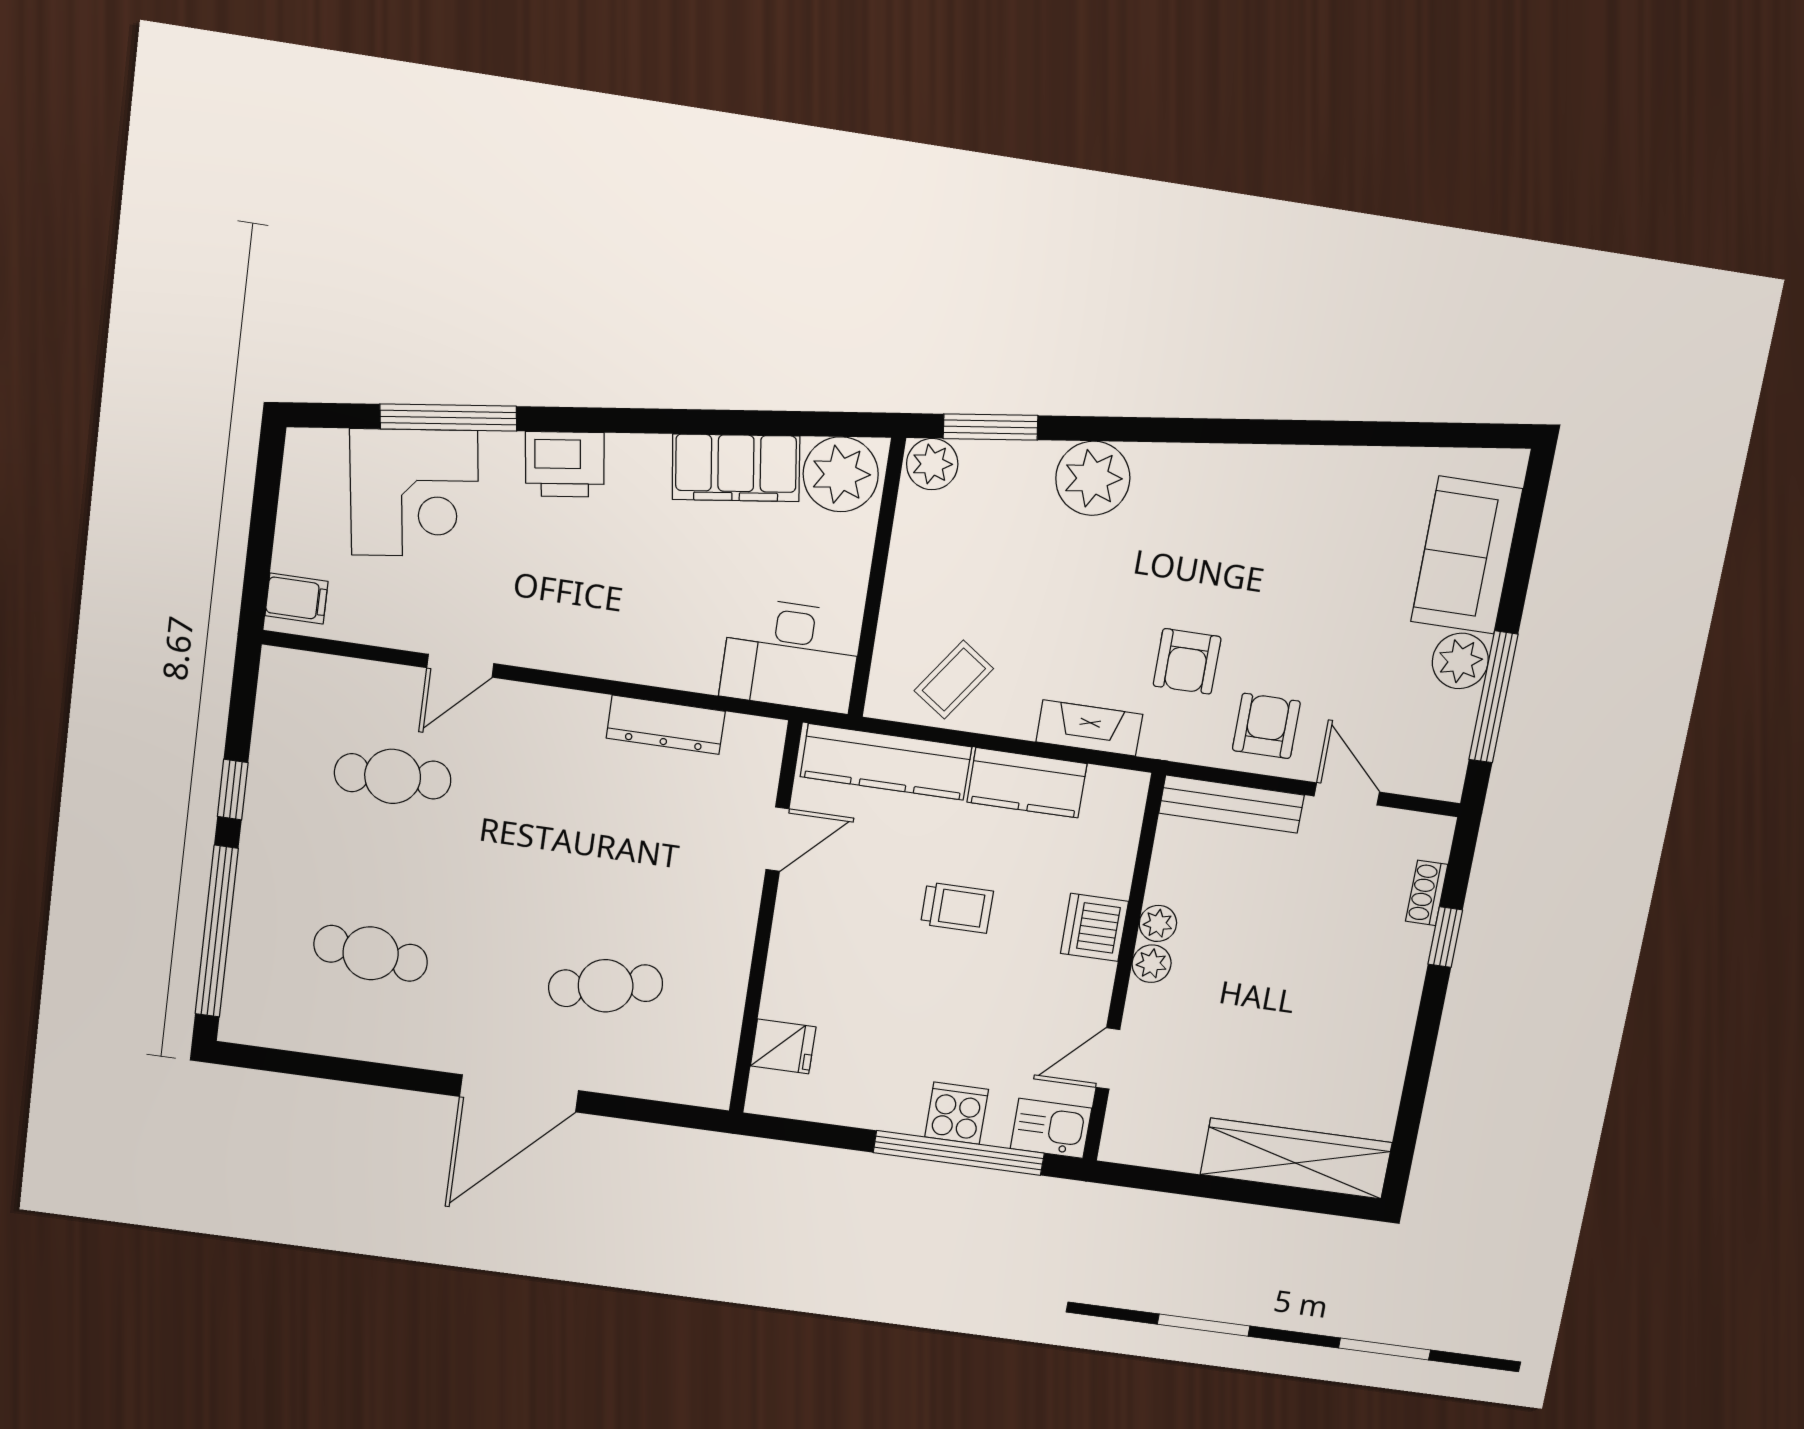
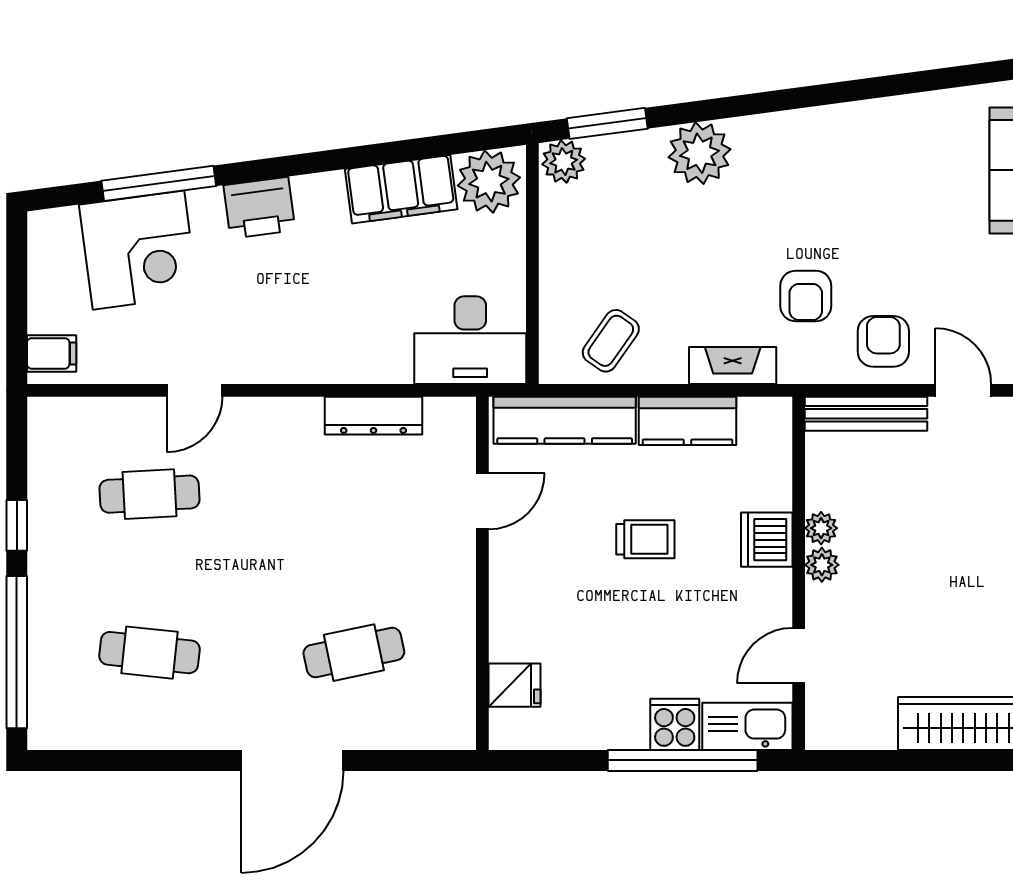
kitchen sink: (1051, 1128) -> (747, 726), width x1.38

